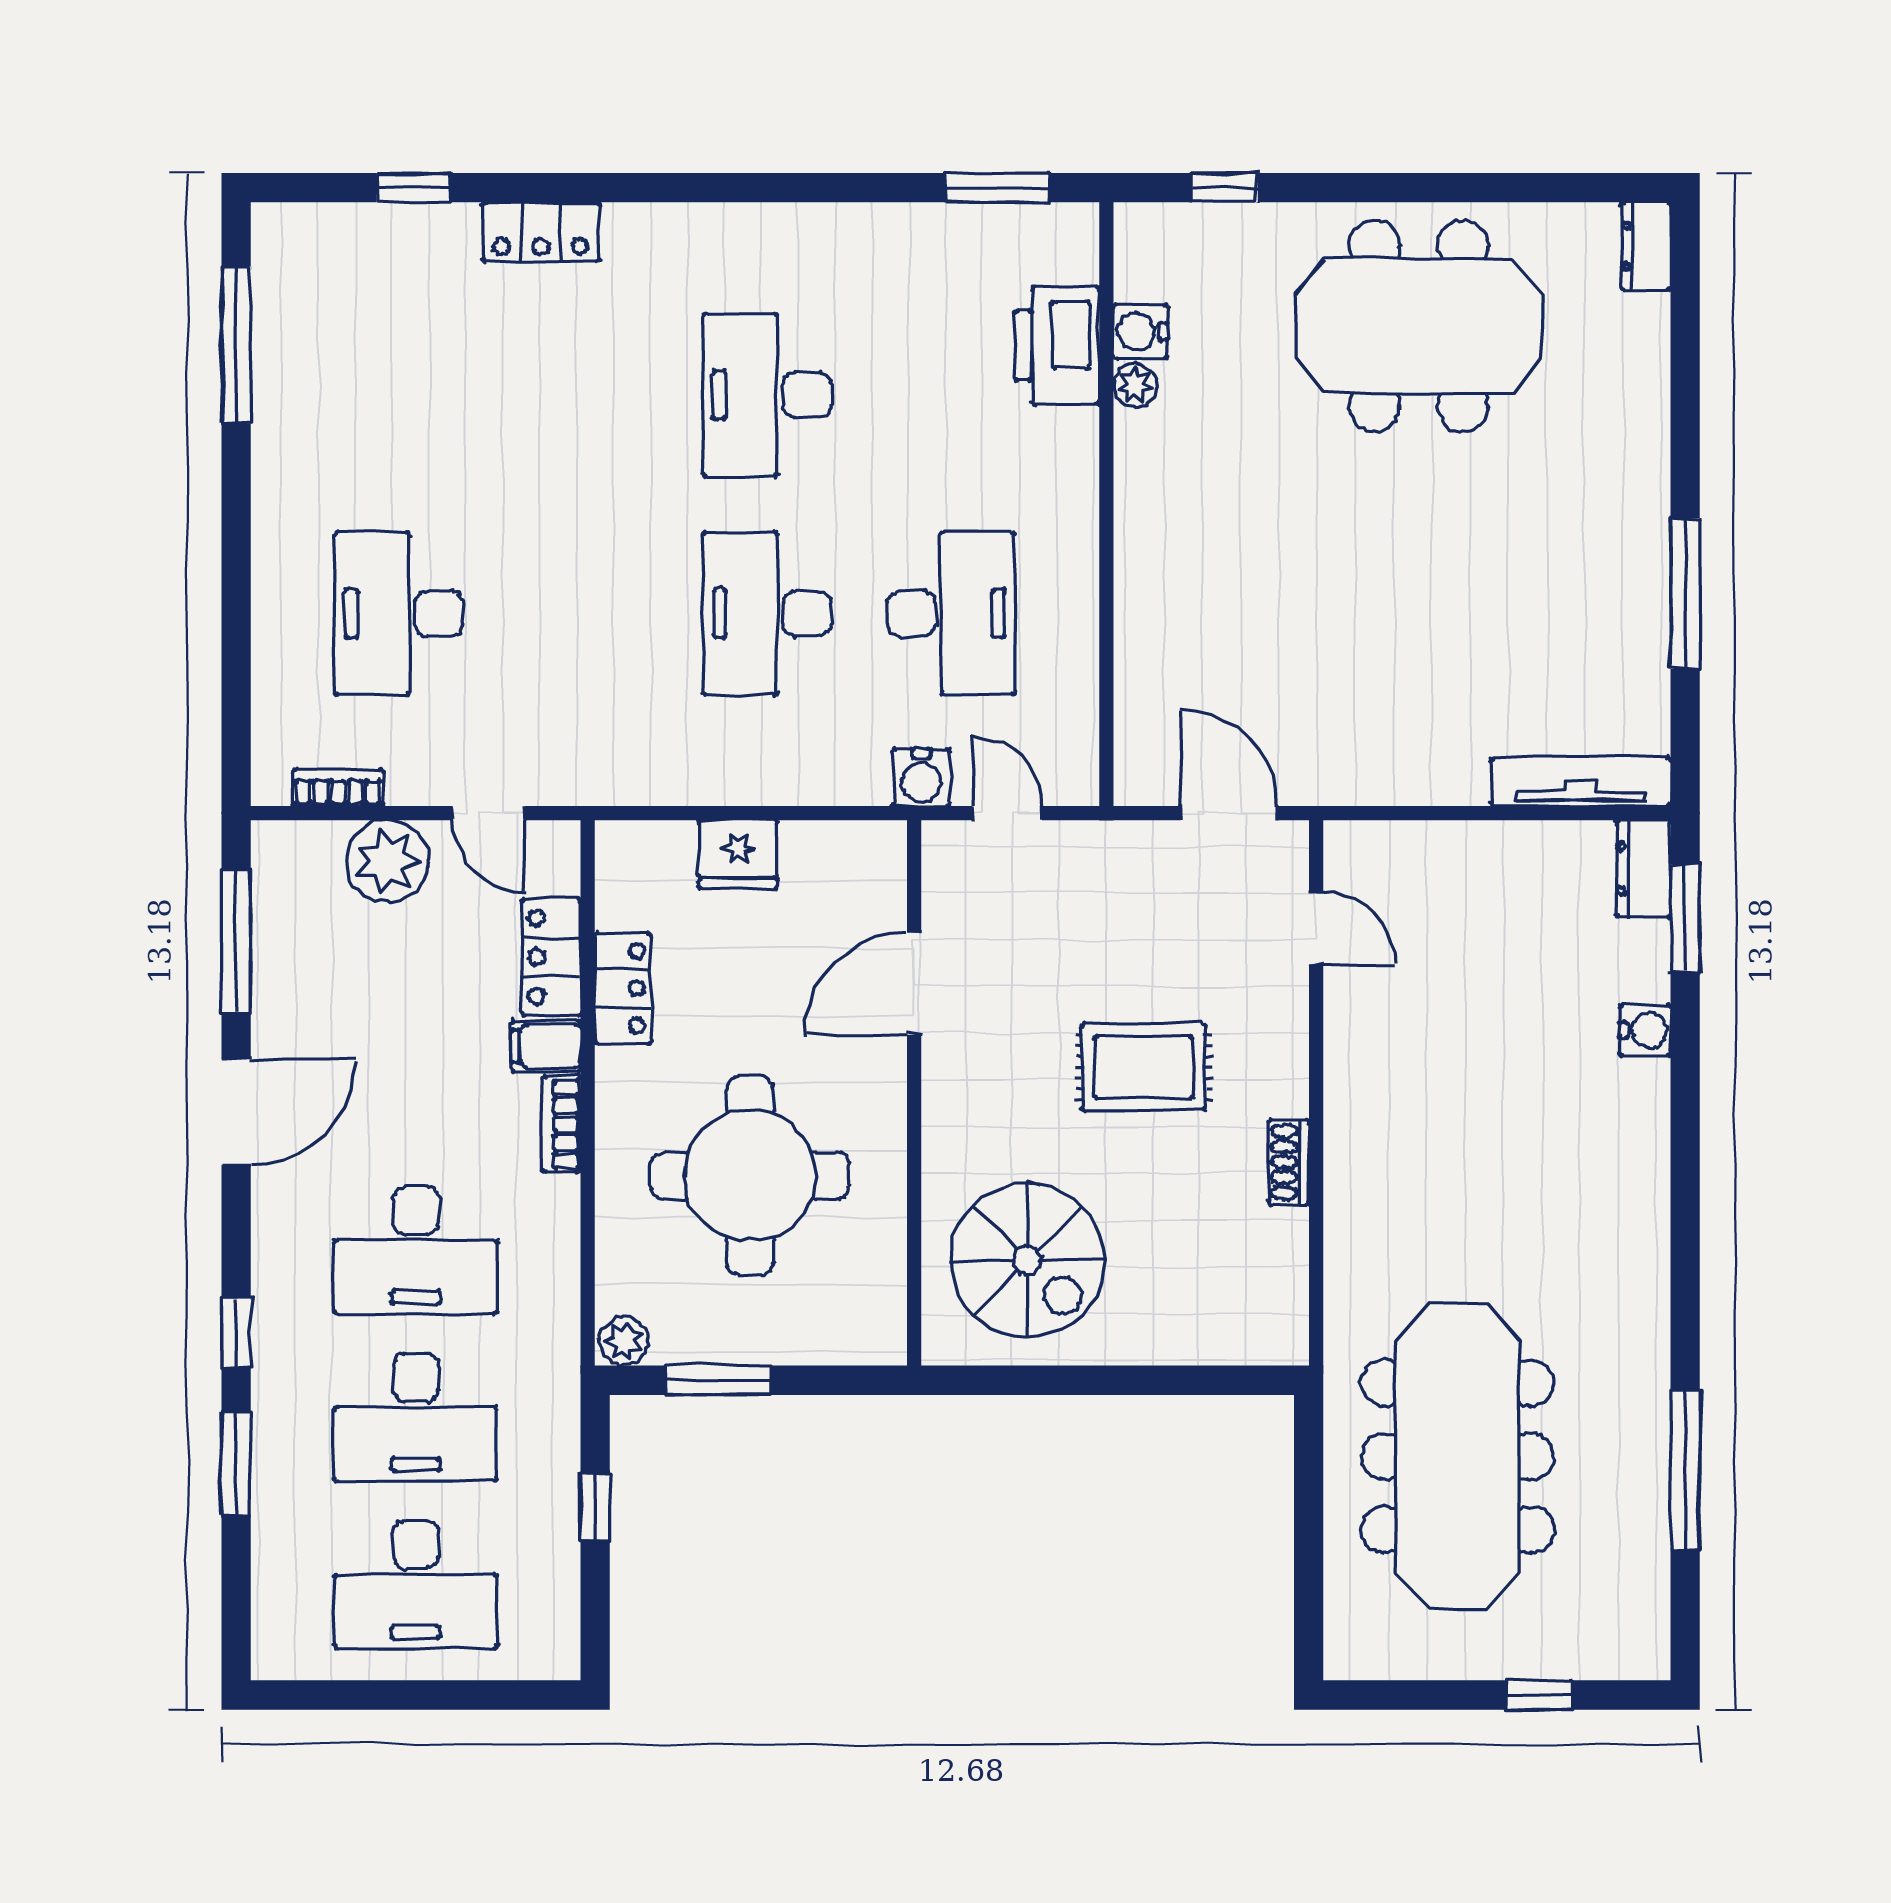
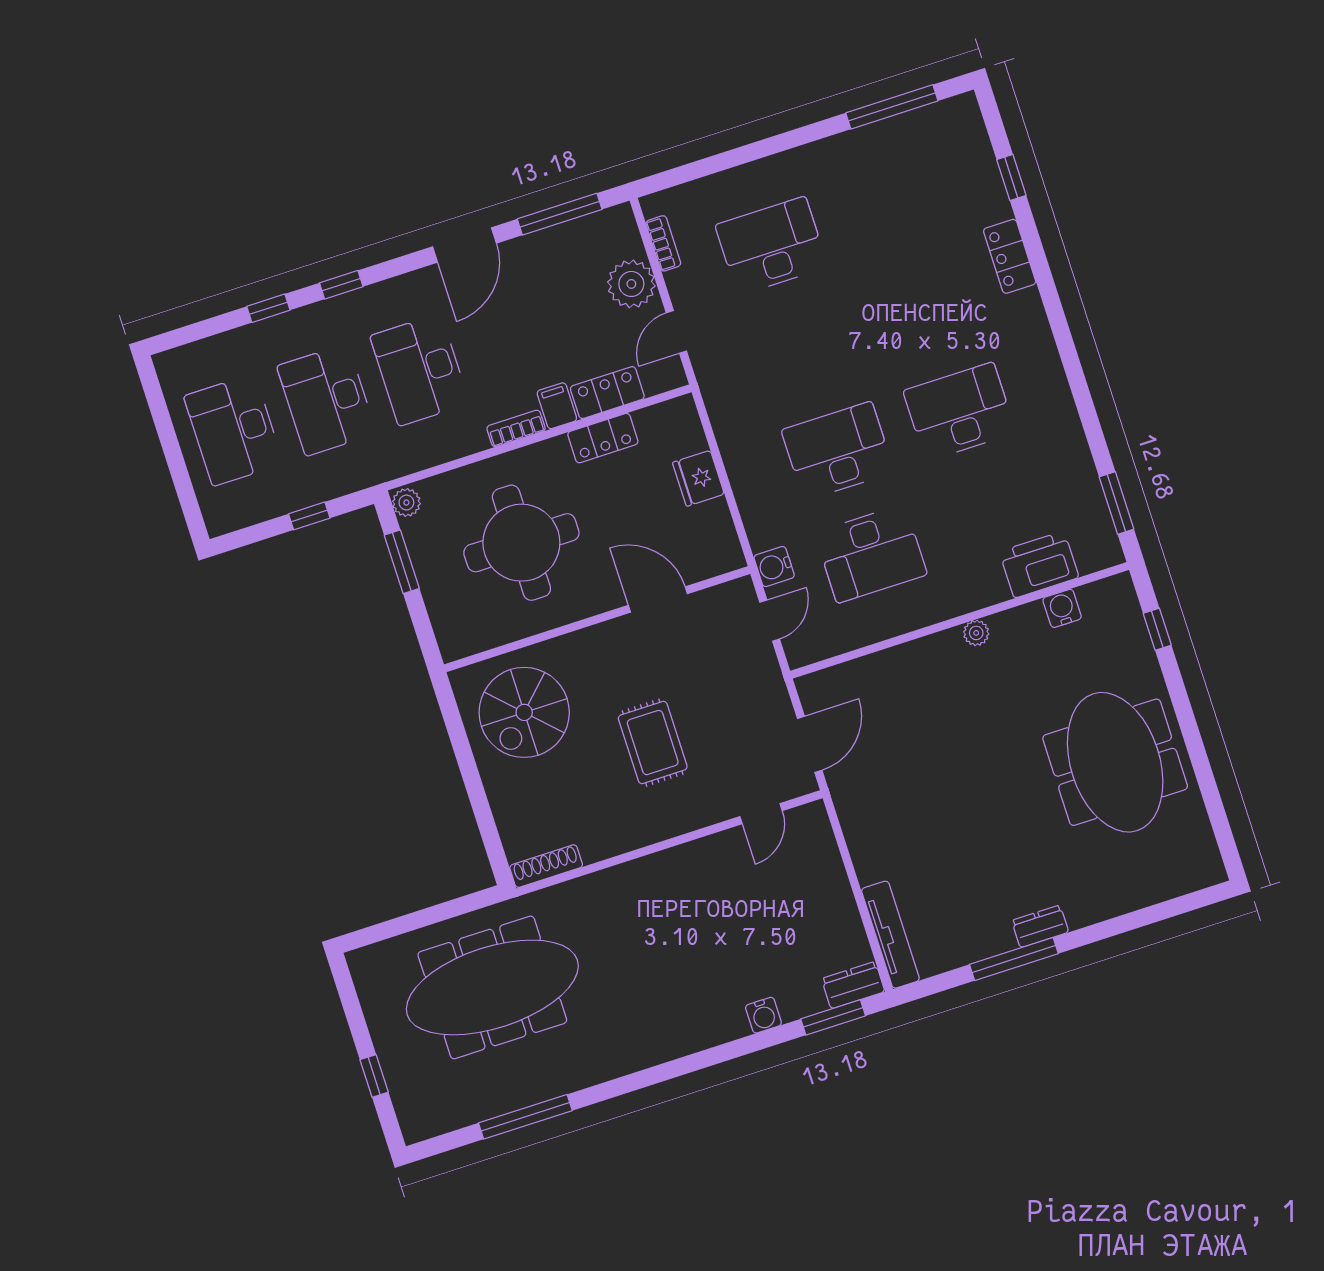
dresser: (1646, 246) -> (1040, 926), moved
plant: (1135, 385) -> (976, 633), moved
door: (236, 1112) -> (464, 245), hinge flipped
shoe rack: (1289, 1162) -> (546, 866), moved, width x1.43
window: (236, 1464) -> (268, 308), width x0.67

